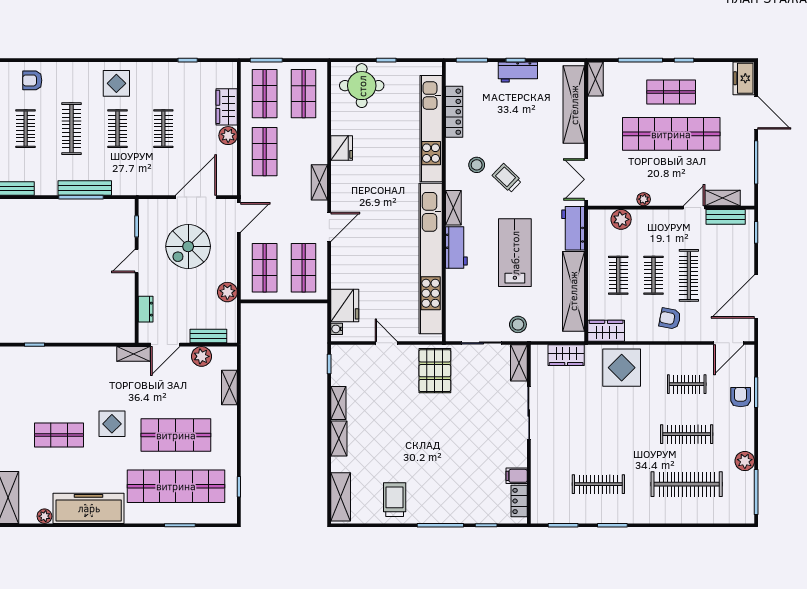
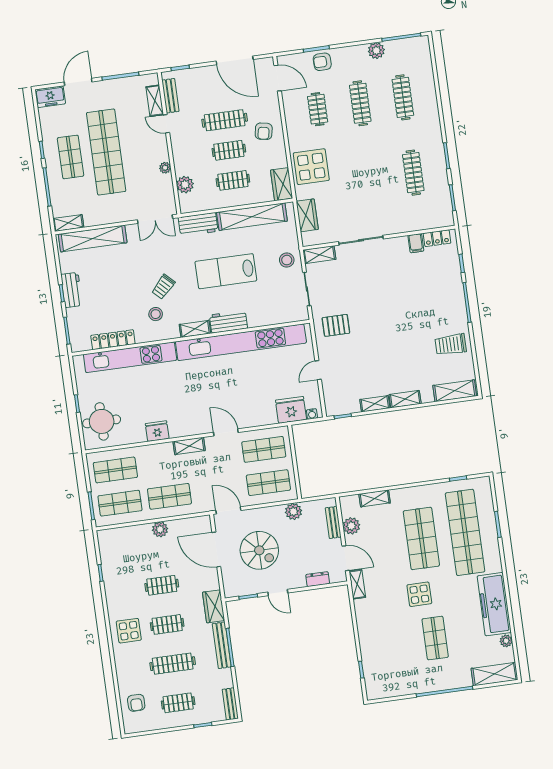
wardrobe: (227, 107) -> (214, 606), moved, turned 90
pallet: (435, 371) -> (336, 325), width x0.67, depth x0.71
clothes rail: (687, 484) -> (403, 97), width x0.73, depth x0.76

